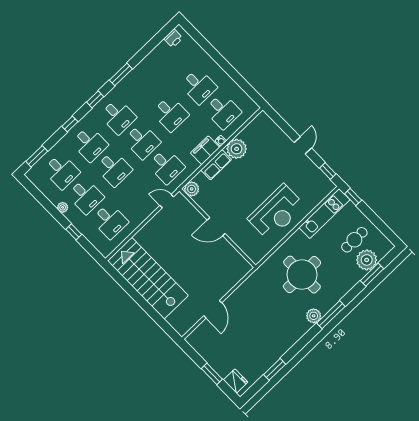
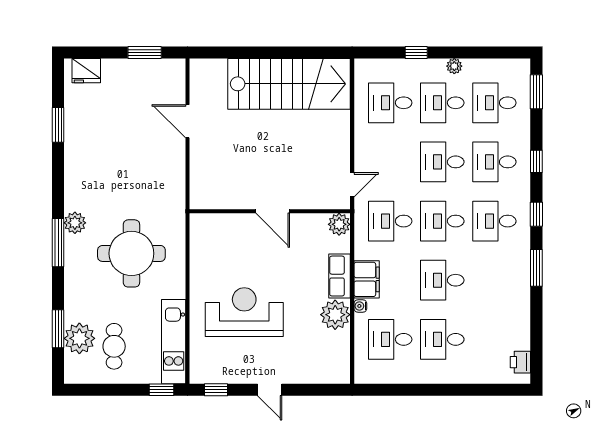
reception desk: (276, 212) -> (244, 312), moved, turned 90
door: (216, 227) -> (273, 211), swing flipped
window: (212, 374) -> (145, 52), moved

